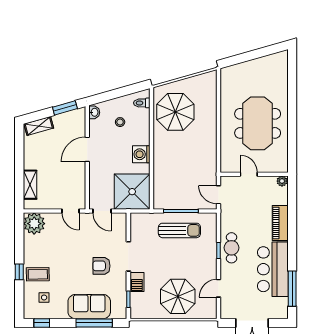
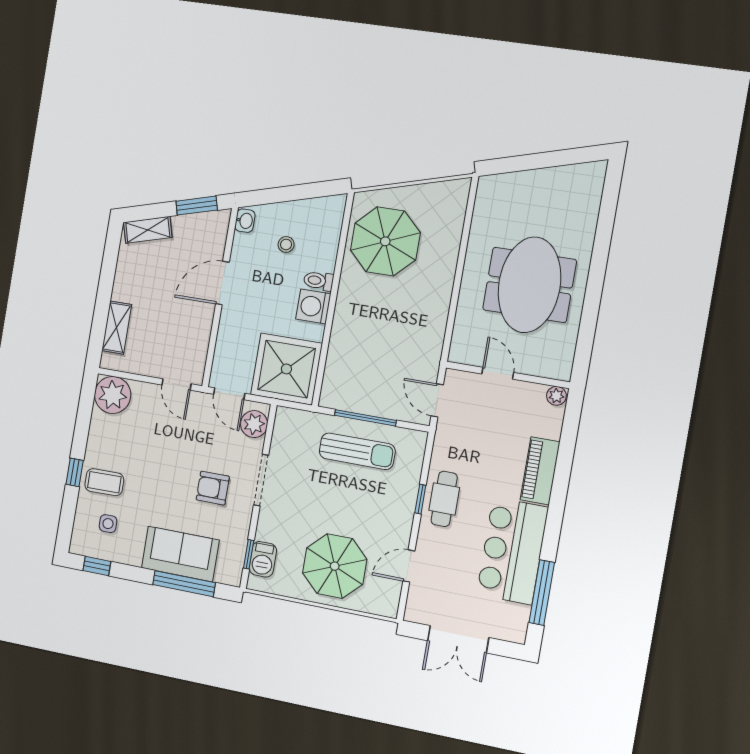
toilet: (142, 103) -> (318, 281), moved
plant: (119, 226) -> (254, 424), added
barbecue: (137, 282) -> (263, 559), moved

